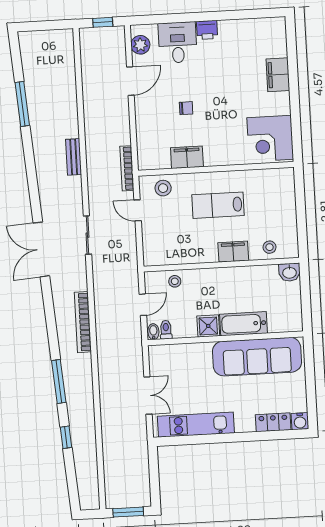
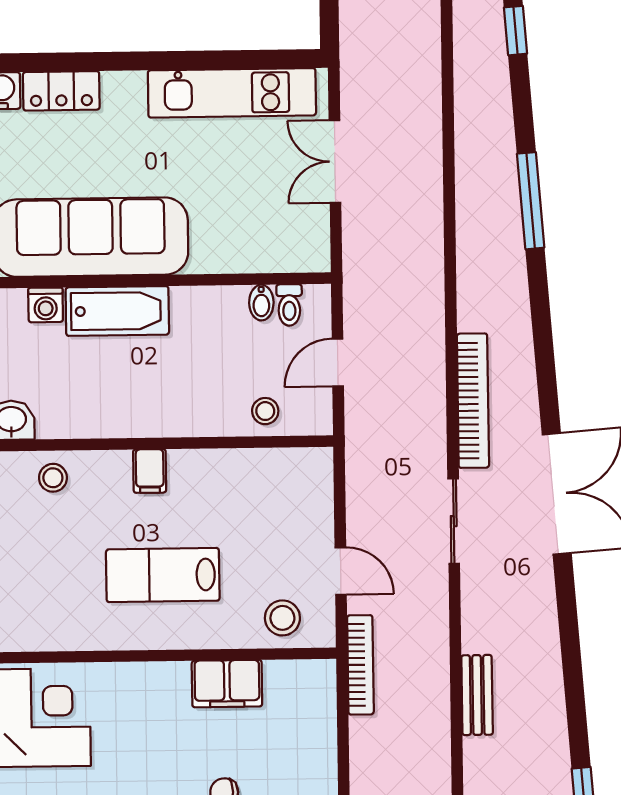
lab bench: (218, 205) -> (163, 575), turned 180
filing cabinet: (233, 252) -> (150, 471), width x0.50
bookcase: (83, 322) -> (473, 401), moved
washing machine: (276, 325) -> (46, 305), added
shower: (208, 326) -> (195, 309), removed
bidet: (153, 332) -> (261, 303), moved
window: (66, 437) -> (515, 31), moved

